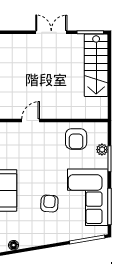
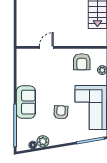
plant: (26, 241) -> (43, 141), added

